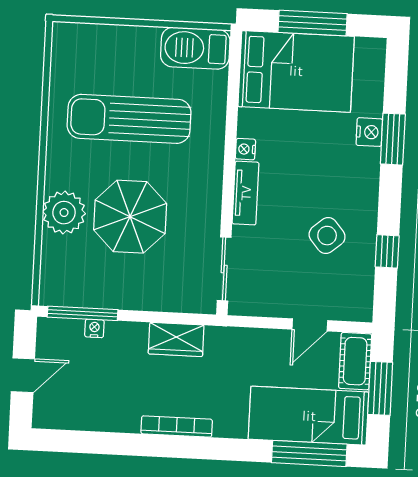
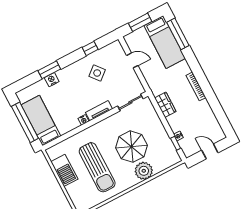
window: (313, 23) -> (25, 122), width x1.46
barbecue: (195, 48) -> (64, 170), moved
bed: (296, 71) -> (41, 121), width x0.67
window: (83, 313) -> (176, 143), width x0.46
cot: (355, 361) -> (136, 37), removed

